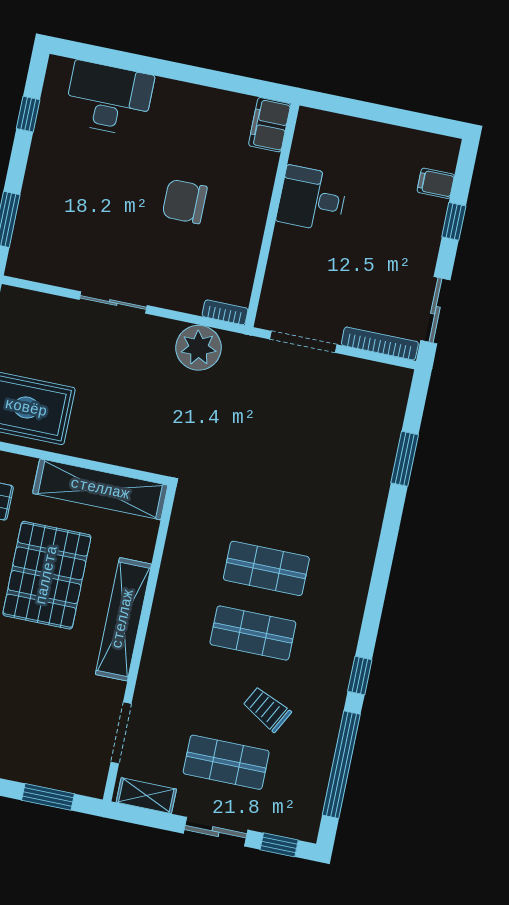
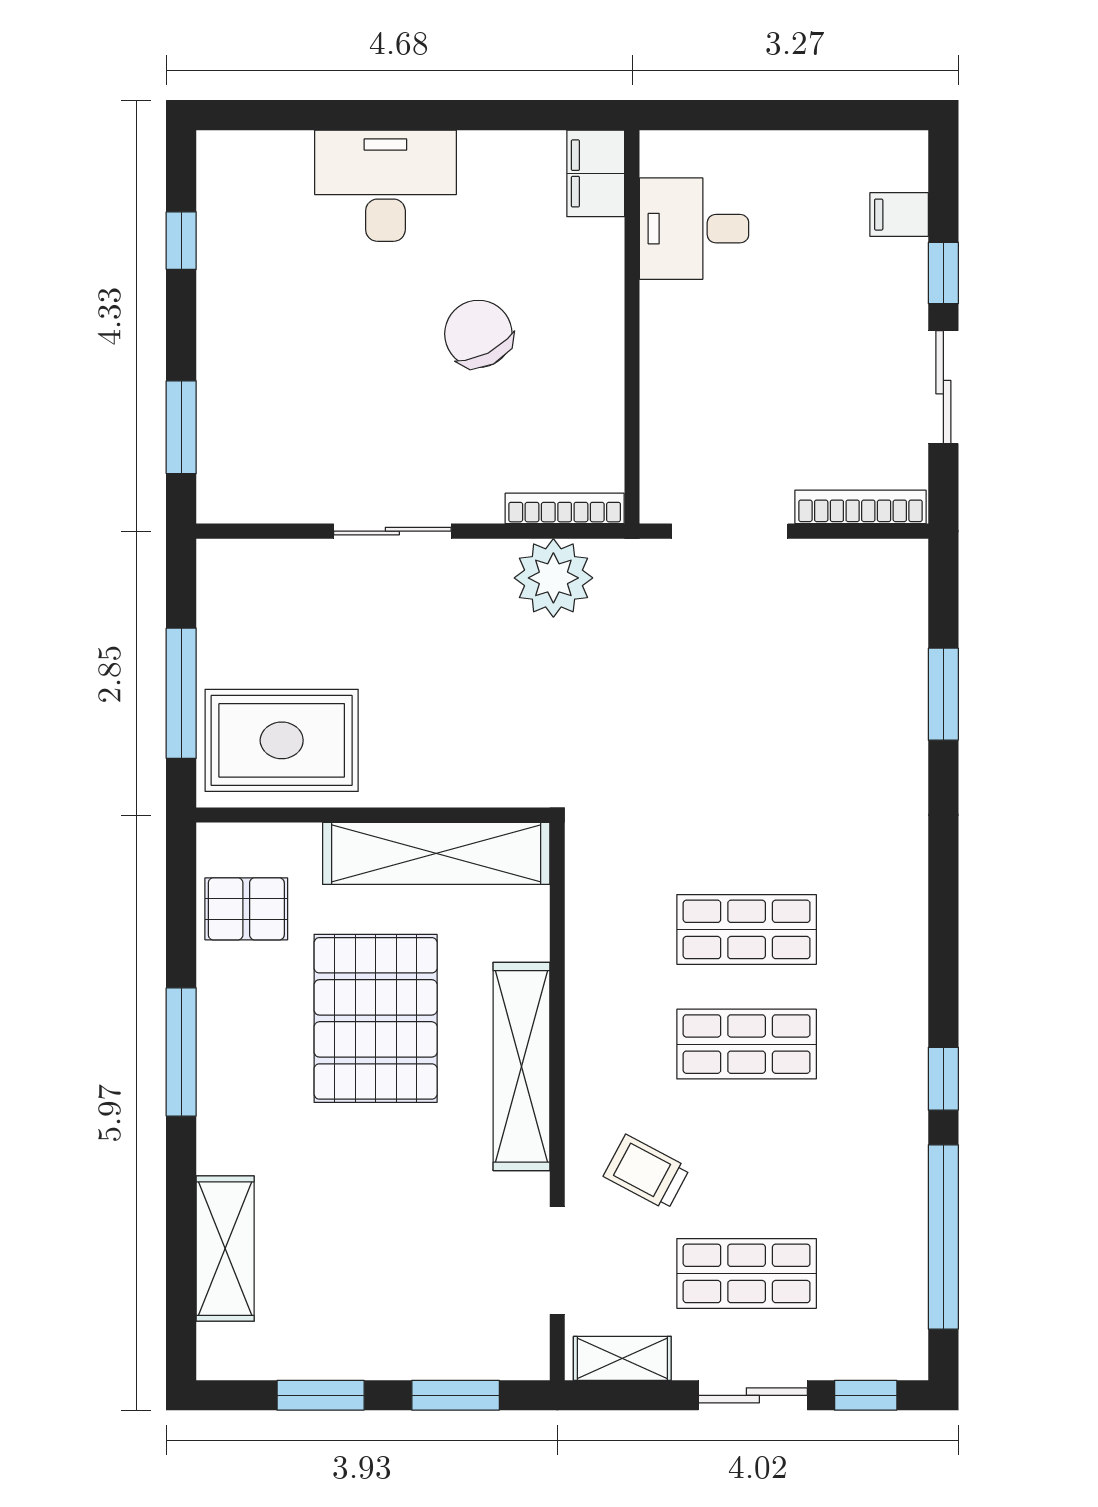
desk: (109, 99) -> (385, 186), moved
desk: (312, 199) -> (694, 229), moved
chair: (185, 201) -> (478, 334), turned 63
sliding door: (435, 310) -> (943, 387), moved
bookcase: (225, 312) -> (565, 508), width x1.56
trolley: (267, 709) -> (647, 1172), moved

